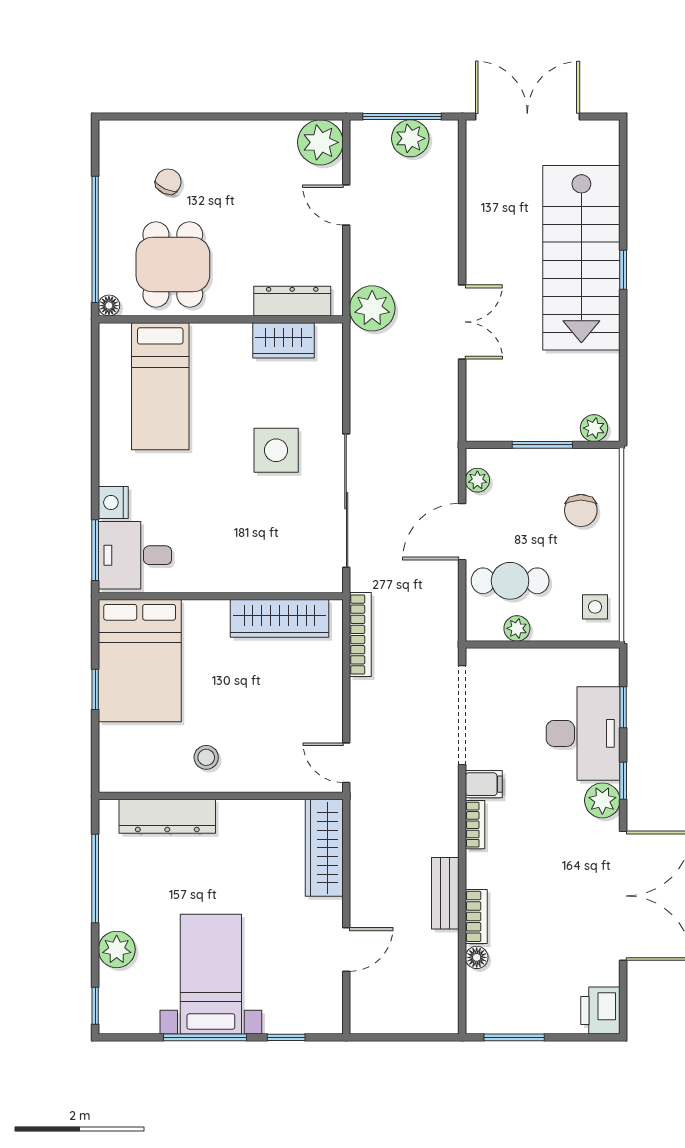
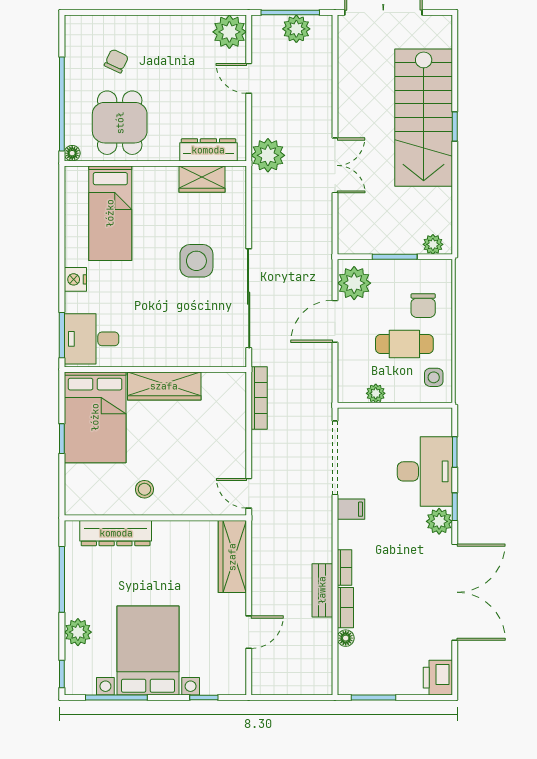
plant: (477, 480) -> (354, 283), width x1.87, depth x1.87
nightstand: (113, 503) -> (75, 279), moved
cafe table: (510, 581) -> (404, 344), moved
wardrobe: (279, 618) -> (164, 386), moved
bookcase: (475, 825) -> (344, 567), moved
bed with nightstands: (211, 974) -> (148, 651), width x1.36
window: (205, 1037) -> (116, 698), moved

